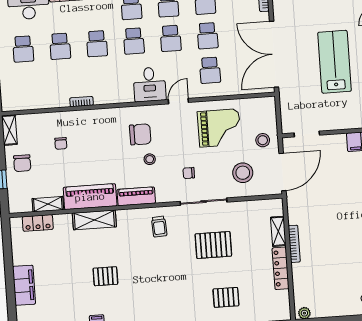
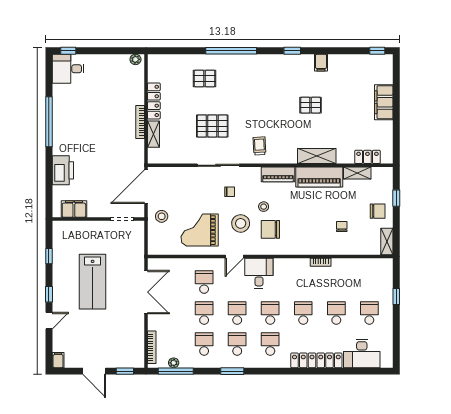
double door: (274, 54) -> (146, 292), width x0.73
chair: (22, 163) -> (378, 211), turned 90
stool: (243, 173) -> (241, 223), moved

